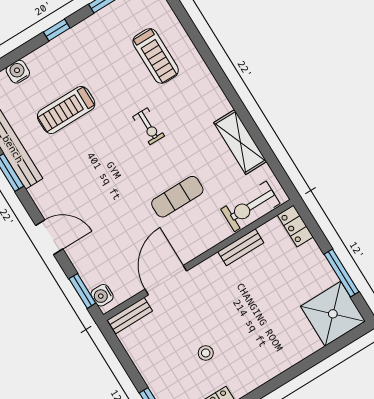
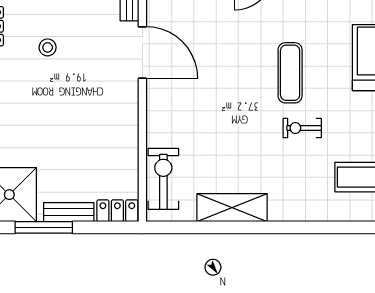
exercise mat: (177, 197) -> (290, 73), moved
bench: (241, 247) -> (69, 212), moved, turned 90

